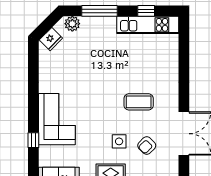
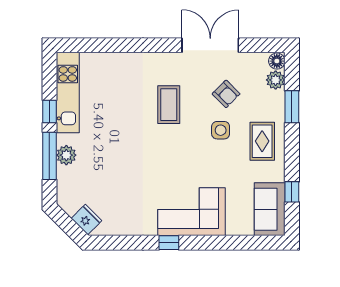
window: (146, 11) -> (49, 112), moved
plant: (72, 24) -> (66, 155), moved
window: (33, 140) -> (169, 243), moved

